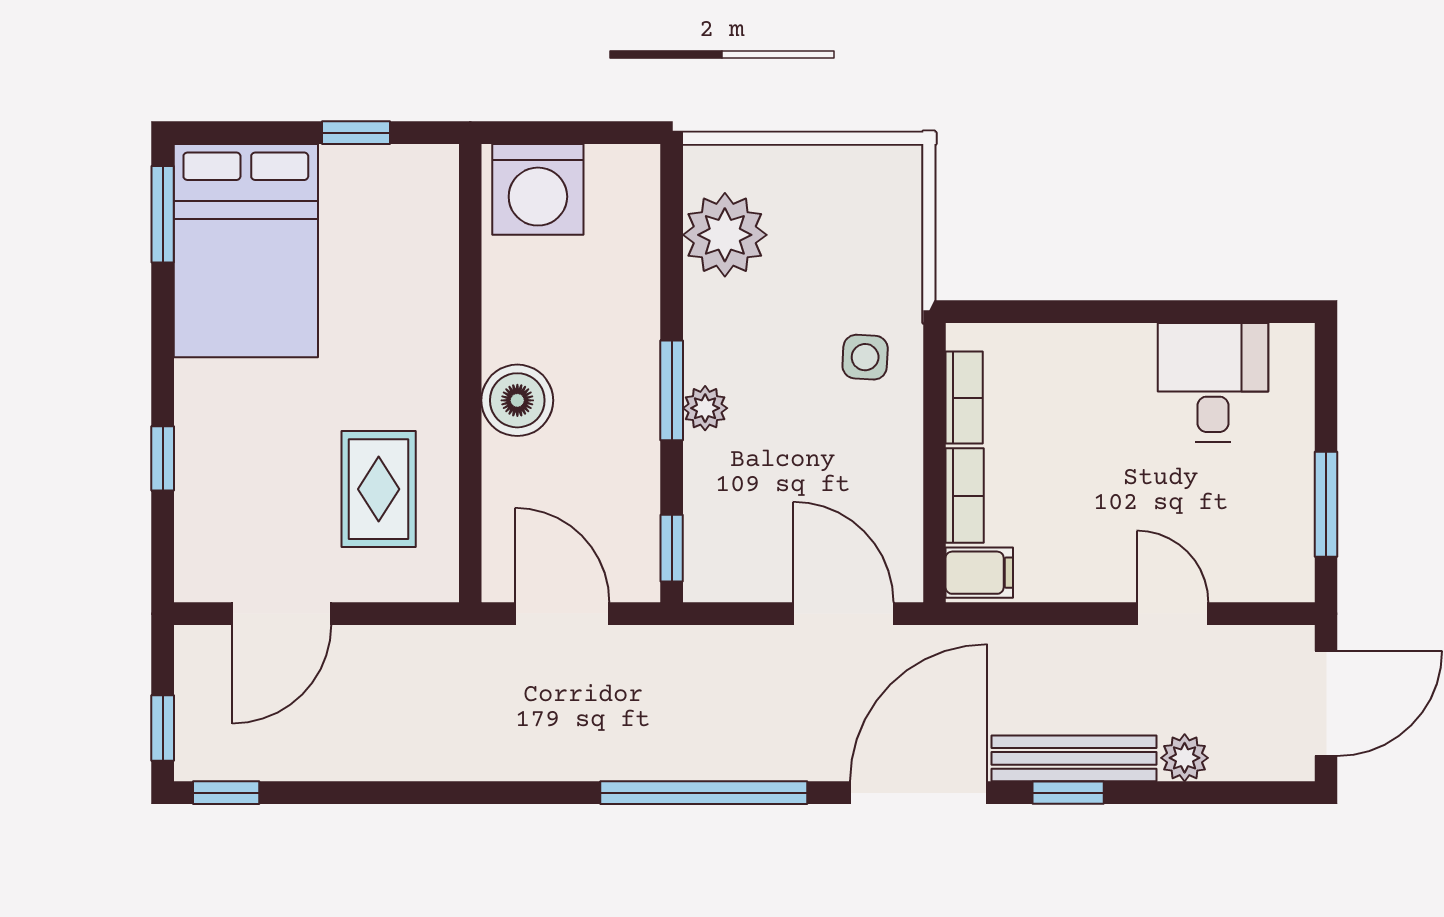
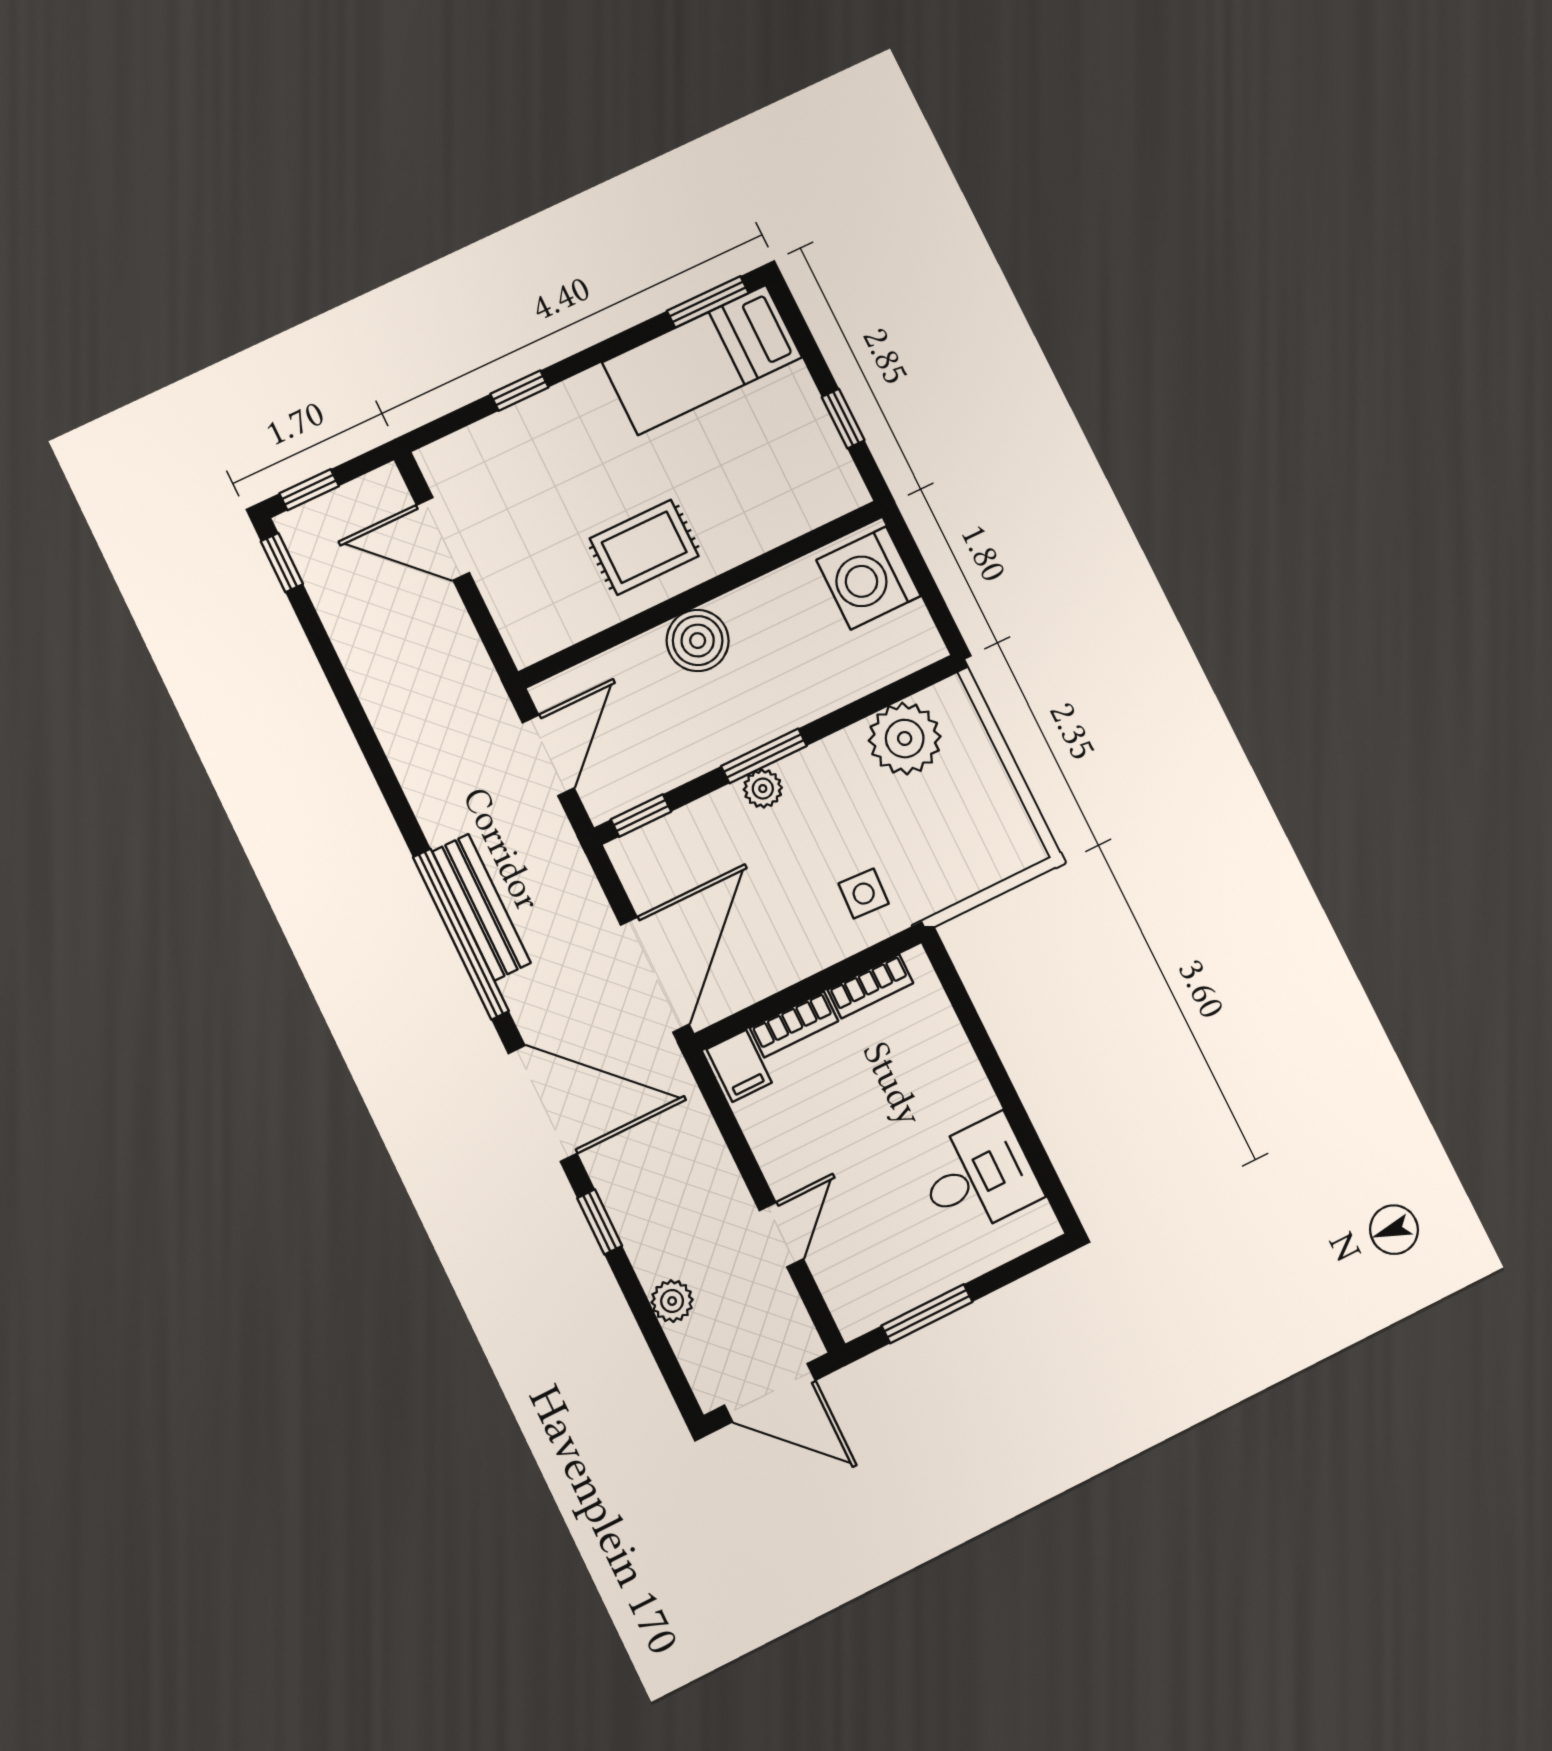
bed: (246, 251) -> (702, 360), width x0.67
rug: (379, 489) -> (644, 547), moved
door: (843, 614) -> (655, 975), width x1.36
bench: (1074, 758) -> (481, 907), moved

